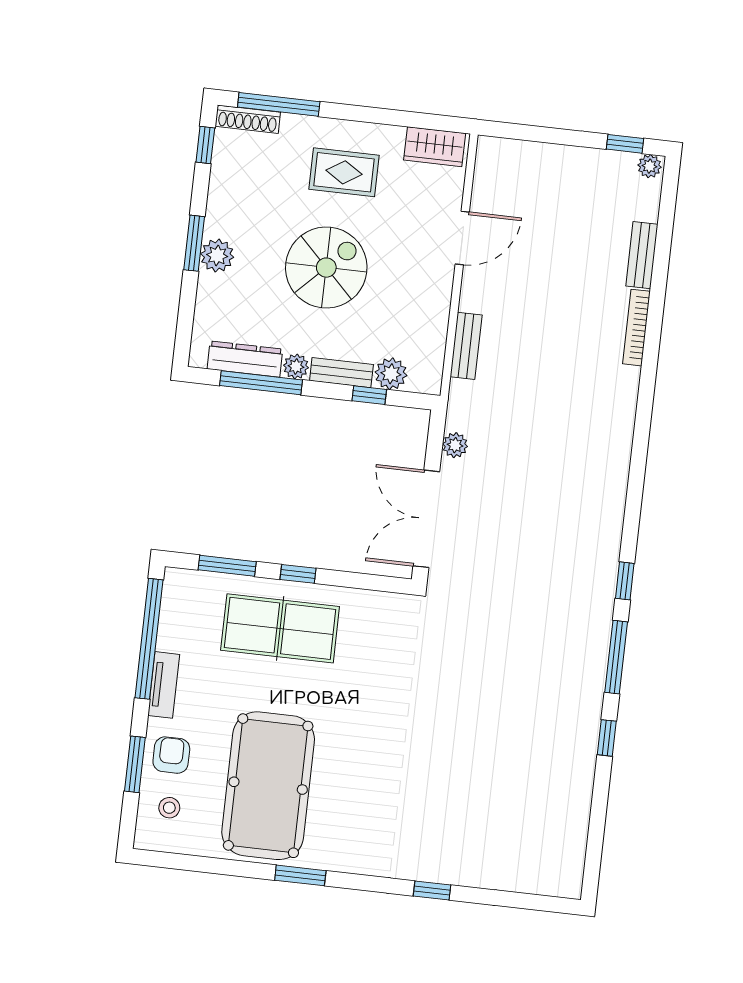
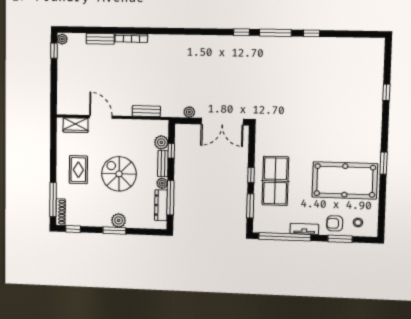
wardrobe: (435, 147) -> (76, 125), moved, turned 90
window: (432, 890) -> (386, 92), moved

